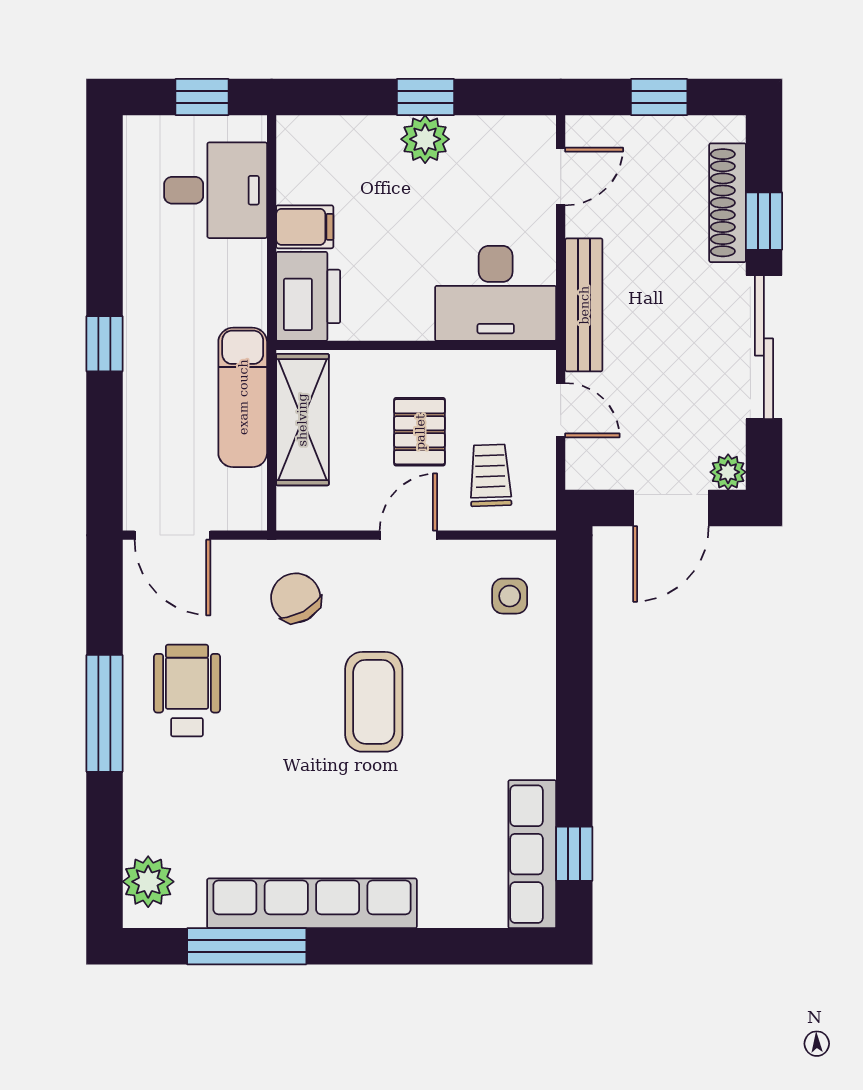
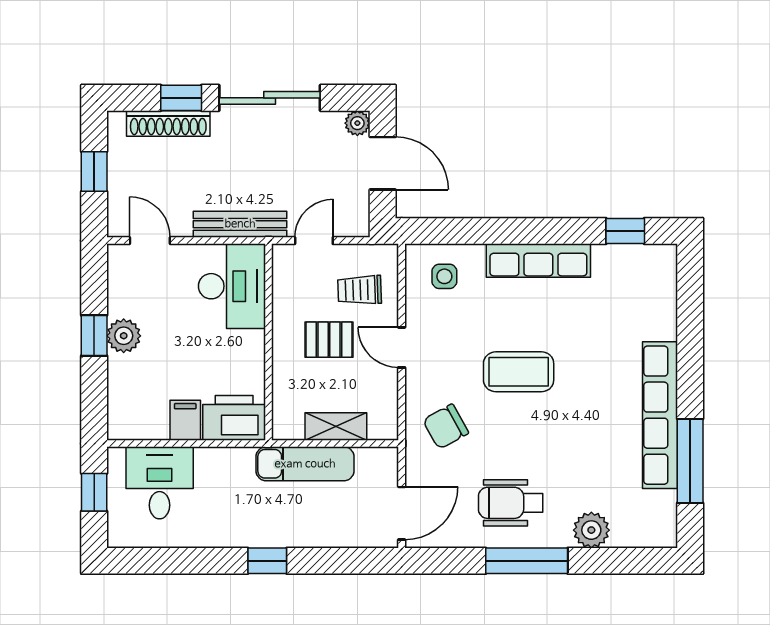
shelving: (302, 420) -> (336, 426), width x0.67, depth x0.75
row of seats: (532, 854) -> (538, 261), moved
plant: (148, 882) -> (591, 530), moved

